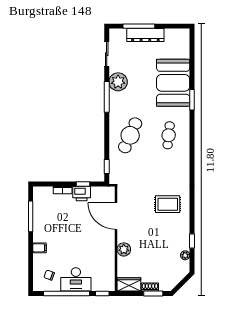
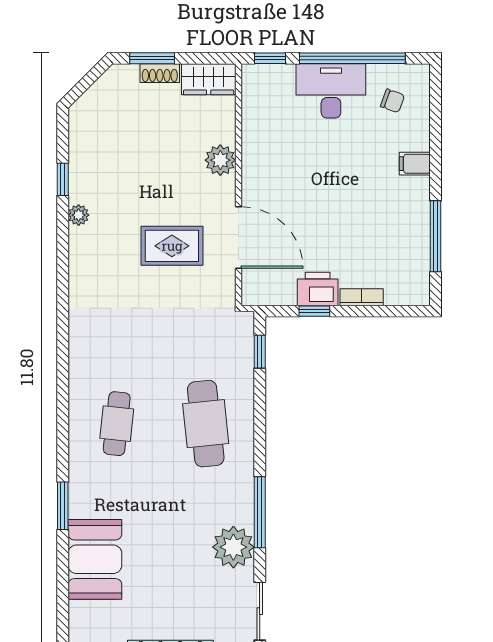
booth: (173, 83) -> (95, 559), width x0.73, depth x0.70
cafe table: (130, 135) -> (206, 424), turned -30
rug: (168, 204) -> (172, 246), moved
plant: (185, 255) -> (79, 215), moved

